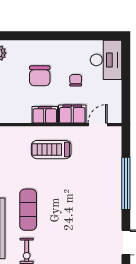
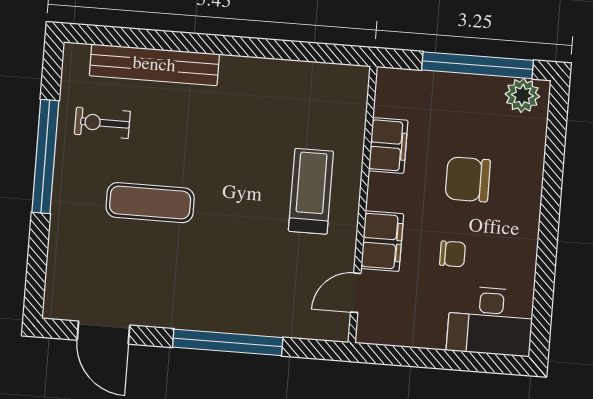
filing cabinet: (45, 115) -> (388, 145), moved
door: (98, 125) -> (356, 293), swing flipped
exercise mat: (28, 210) -> (150, 203), moved

